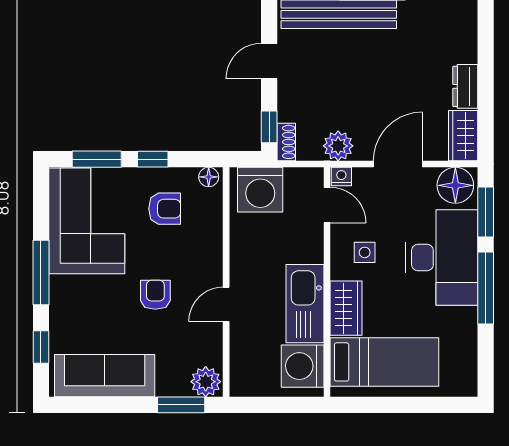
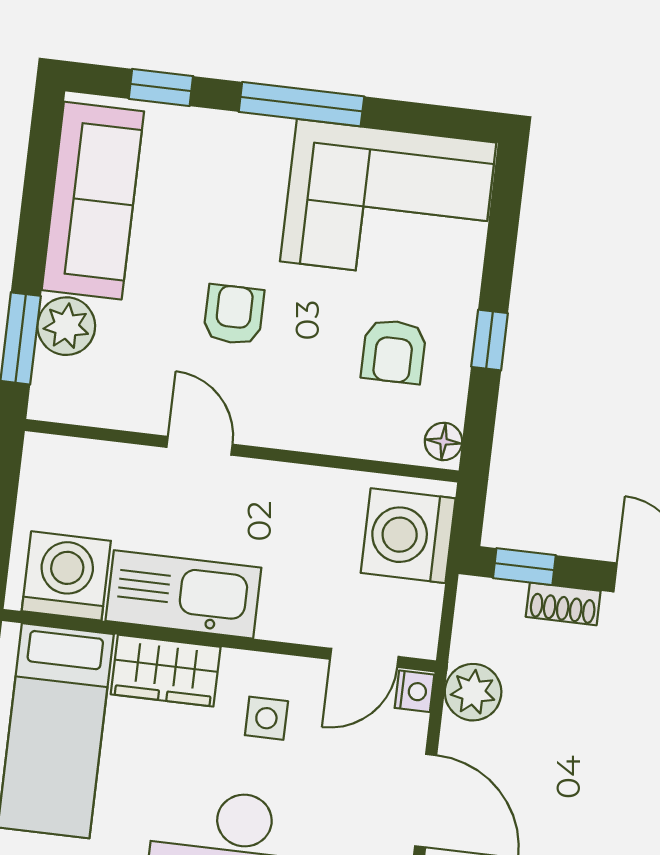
shoe rack: (286, 142) -> (563, 604), moved
window: (97, 159) -> (502, 235), removed
armchair: (155, 295) -> (234, 315), turned -90
plant: (206, 382) -> (66, 326), moved

